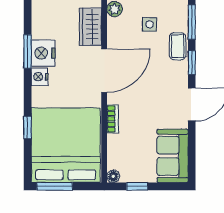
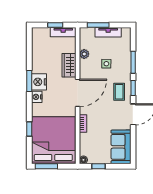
coffee table: (178, 46) -> (119, 92), moved

